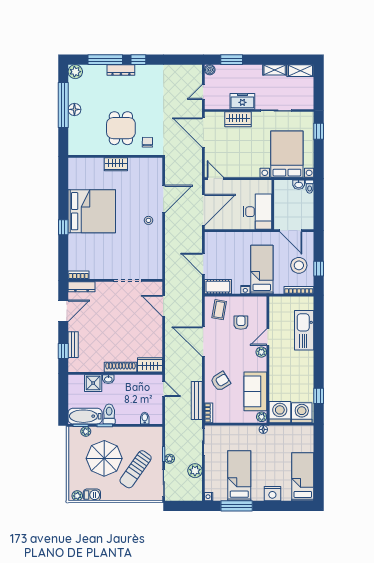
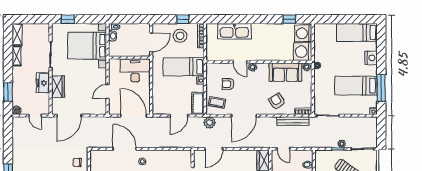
door: (215, 179) -> (108, 92), moved
door: (164, 389) -> (283, 149), swing flipped
plant: (195, 471) -> (210, 123), moved

